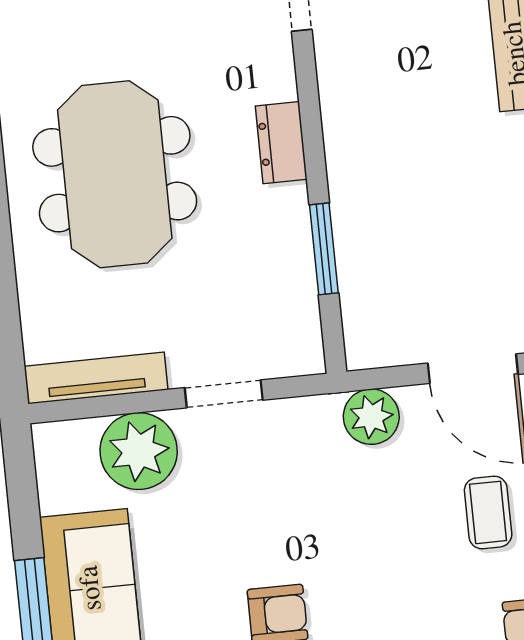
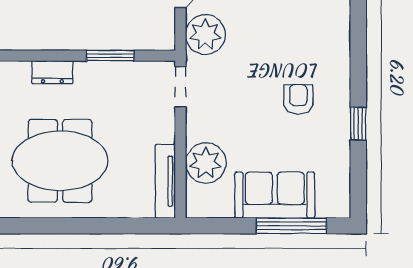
doorway: (224, 394) -> (180, 87), moved
plant: (371, 417) -> (205, 35), width x1.36, depth x1.36

